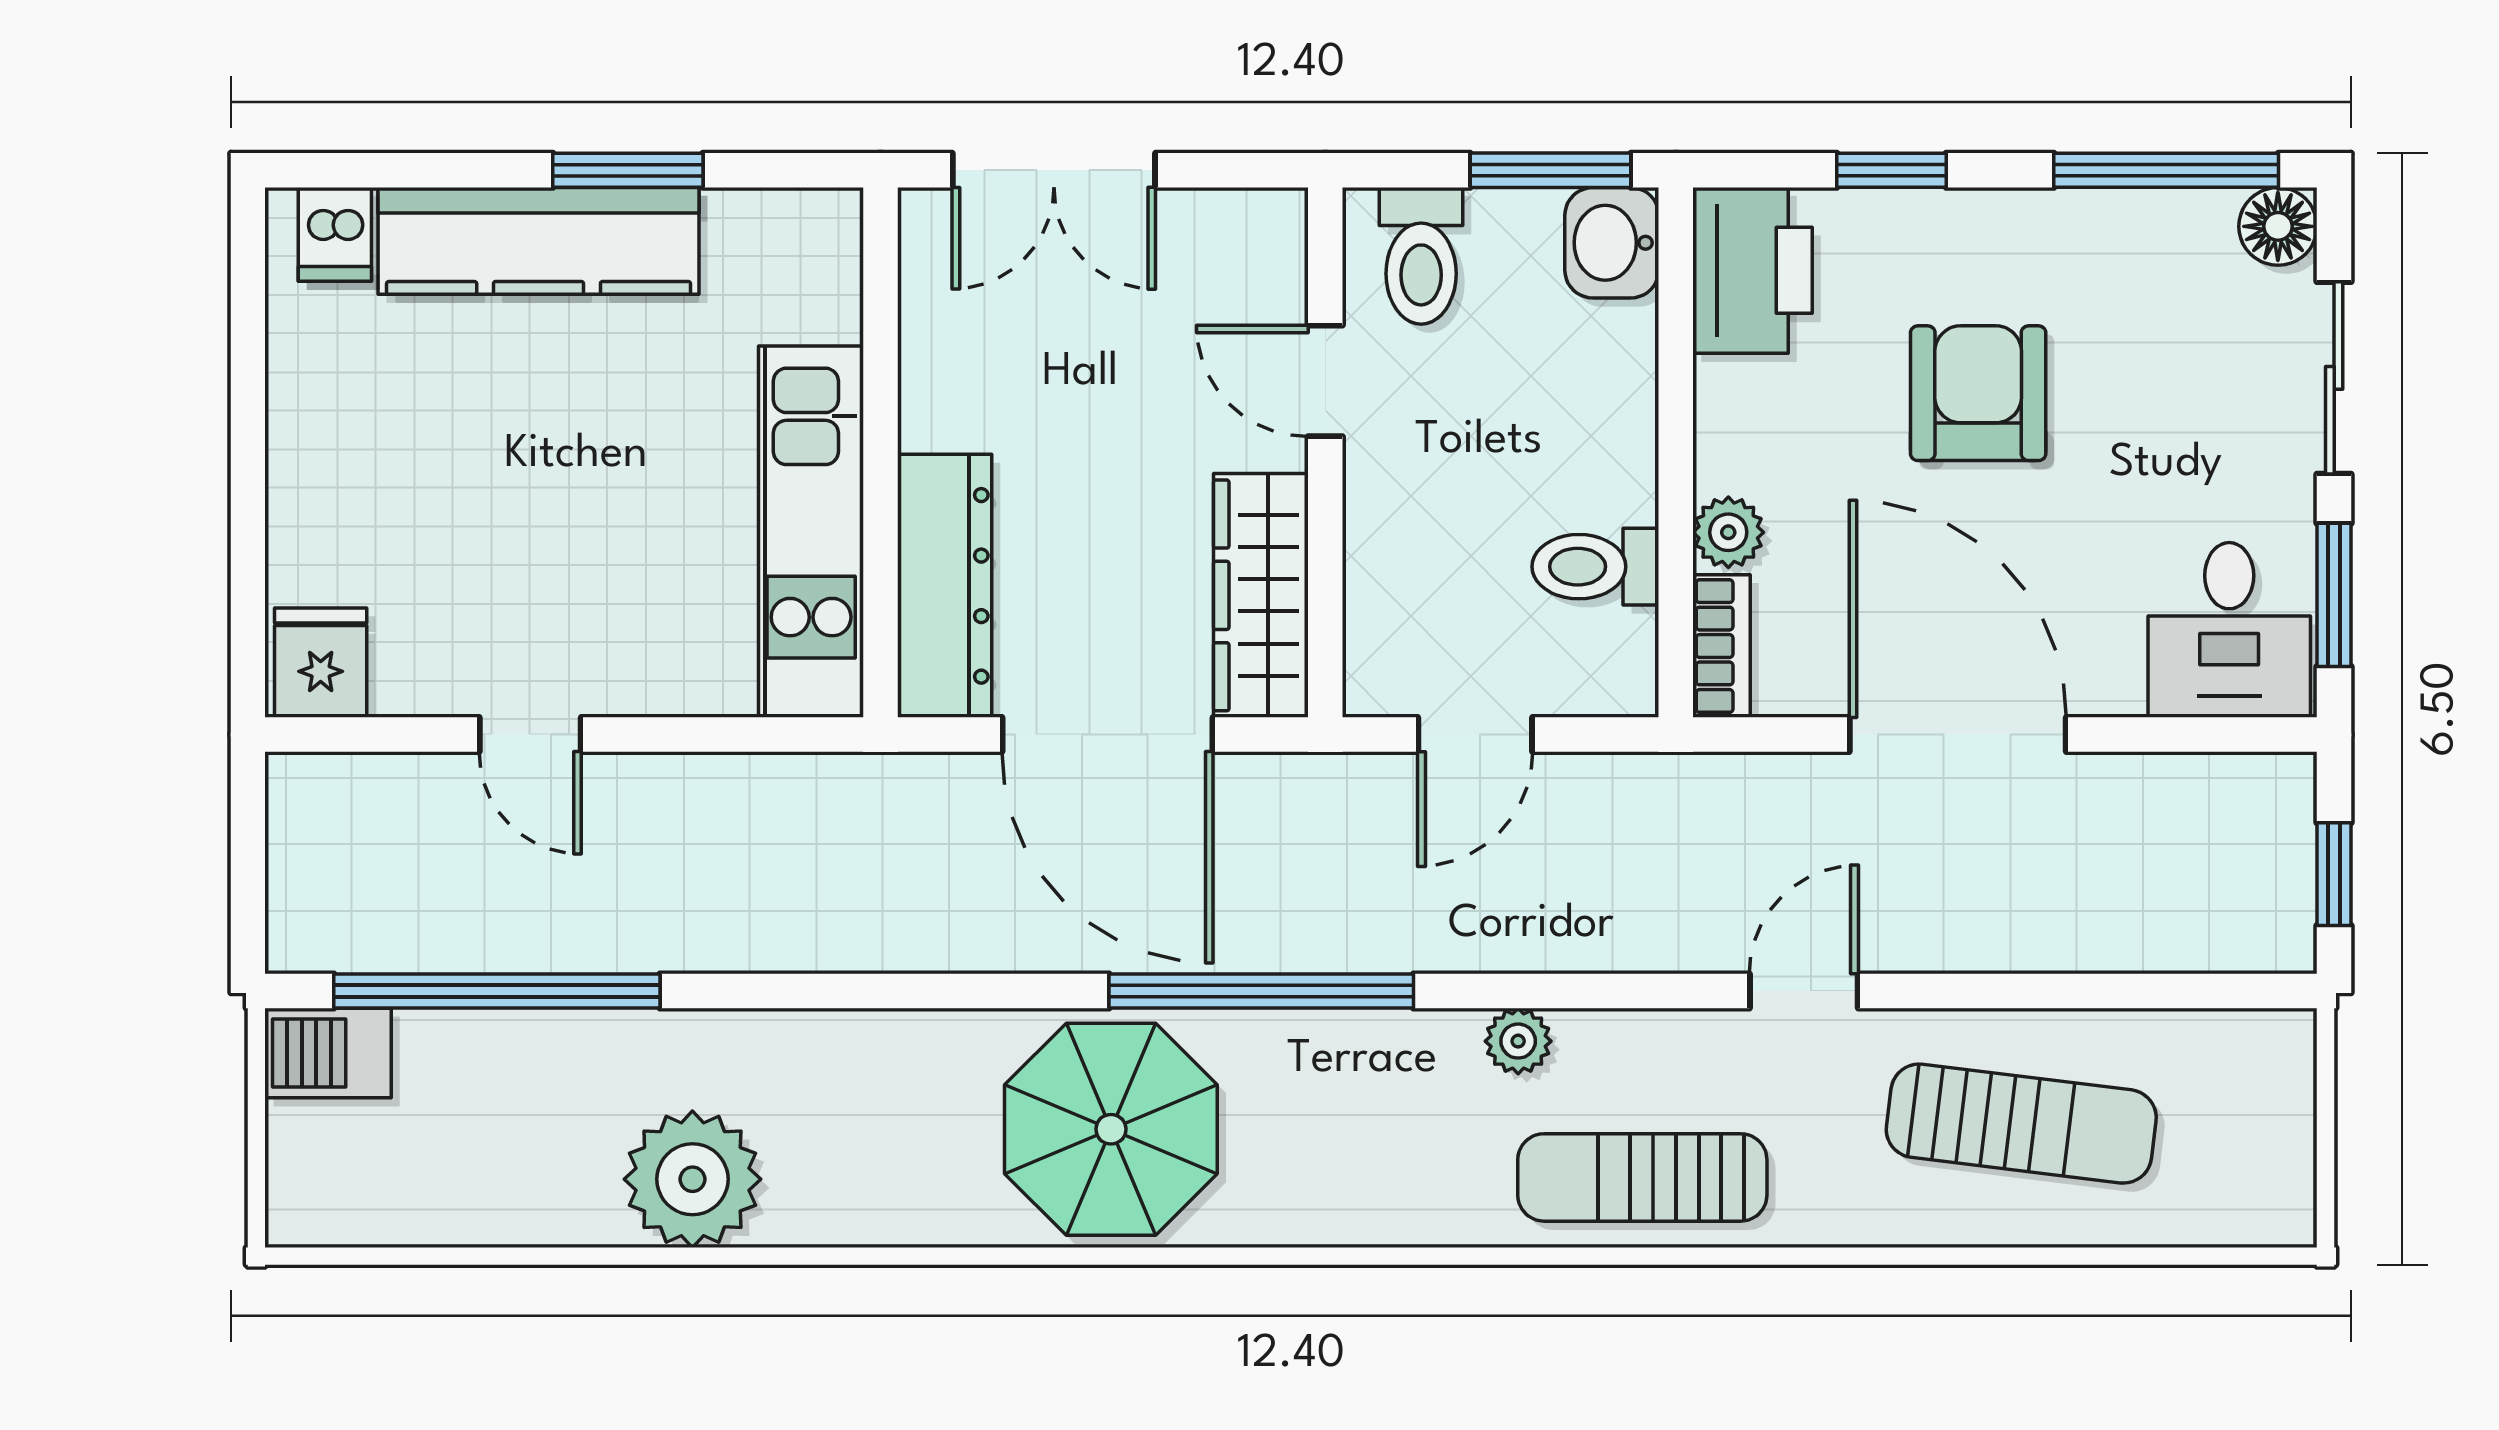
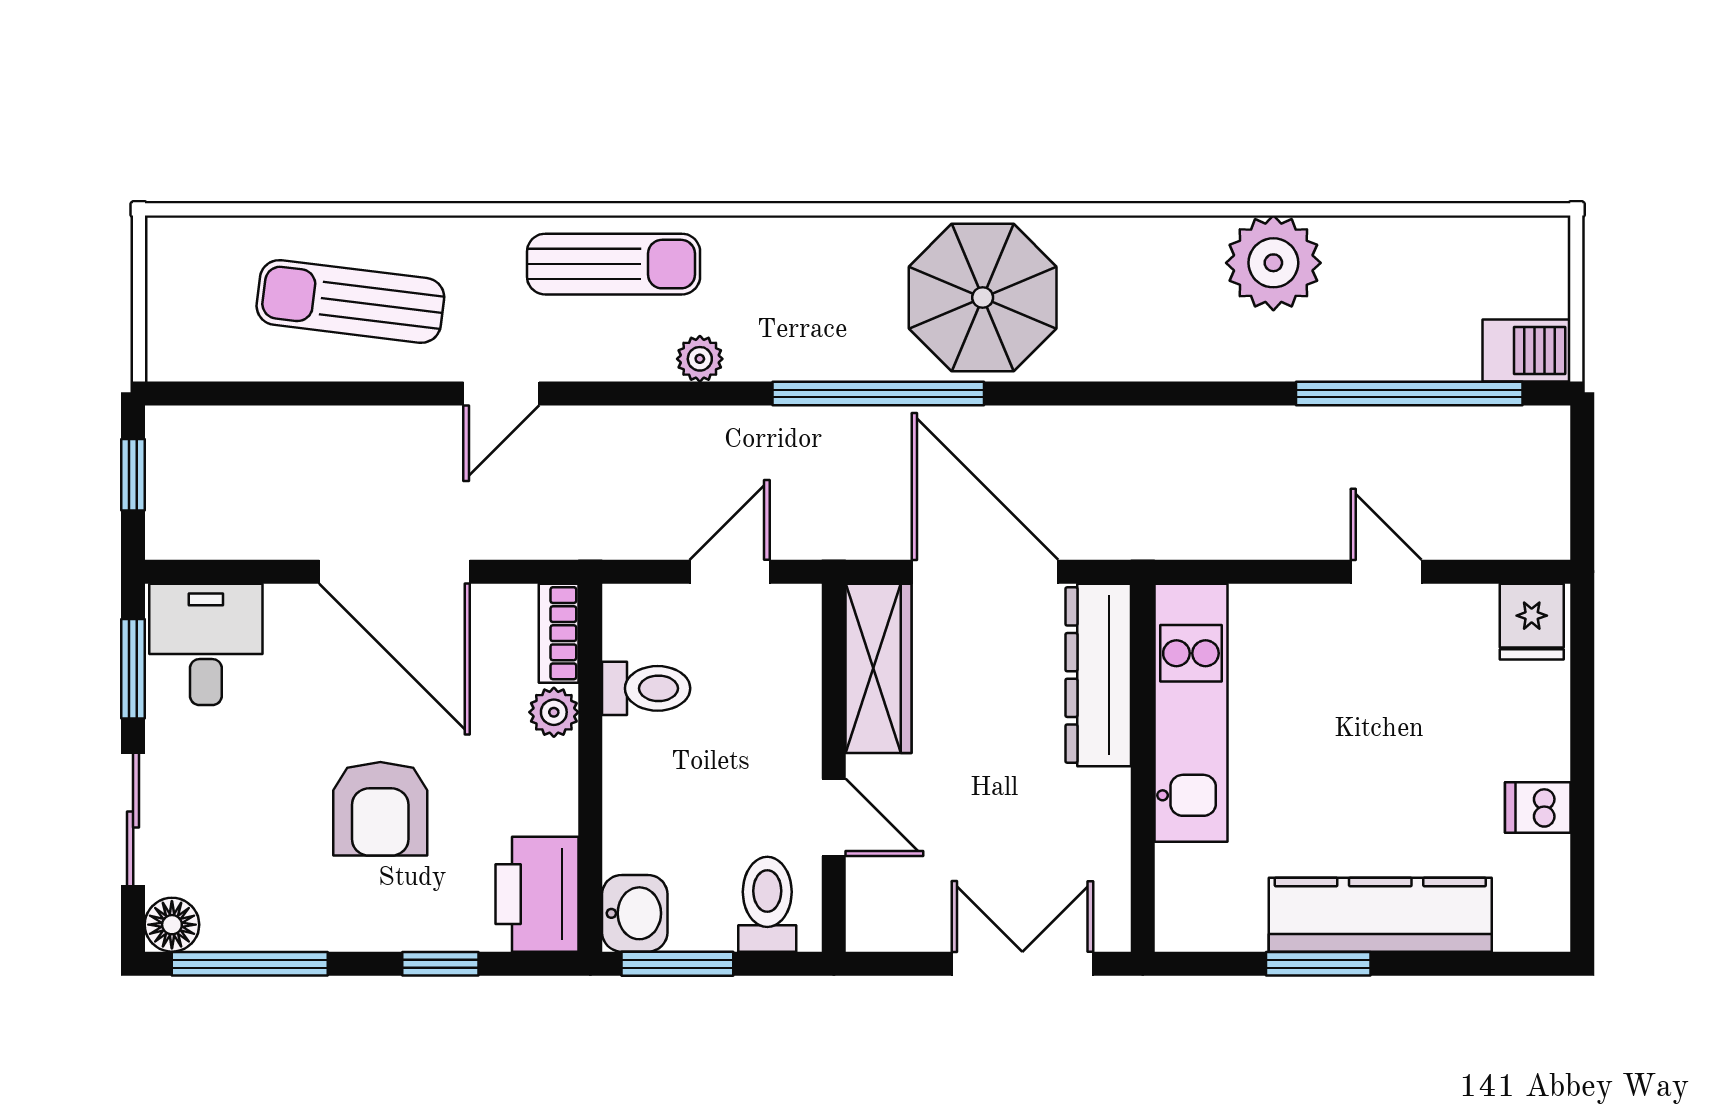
dishwasher: (335, 234) -> (1538, 807), moved, turned -90

